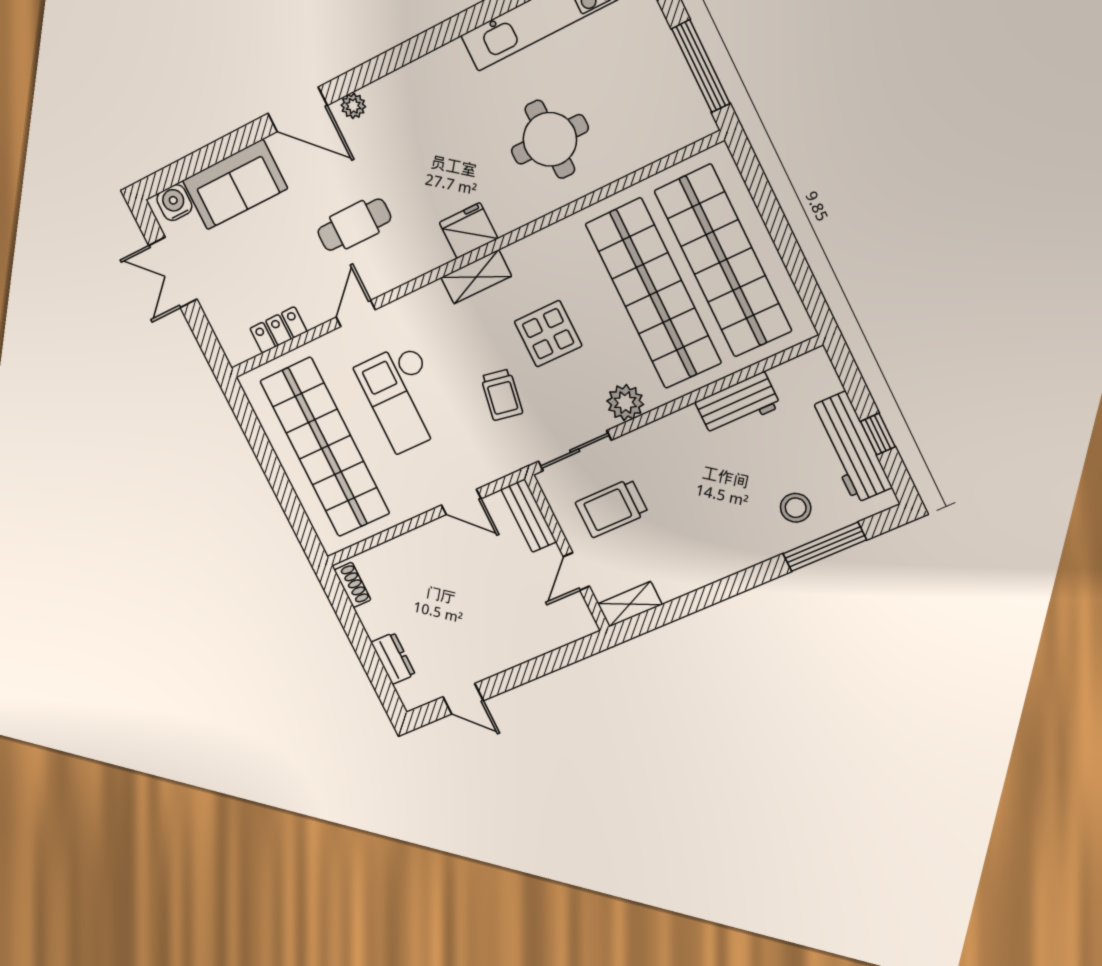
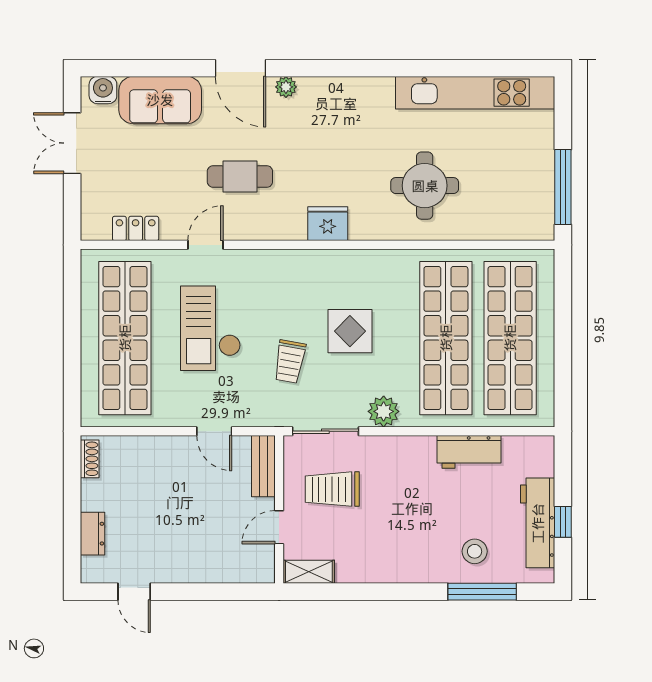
shelving: (476, 277) -> (316, 262), removed

